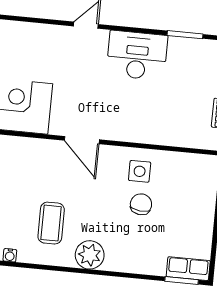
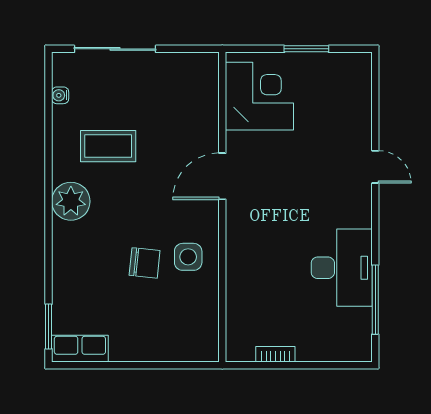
window: (185, 35) -> (375, 300), width x1.44
desk: (137, 55) -> (342, 268), moved
row of seats: (188, 269) -> (80, 349), moved, turned -90

